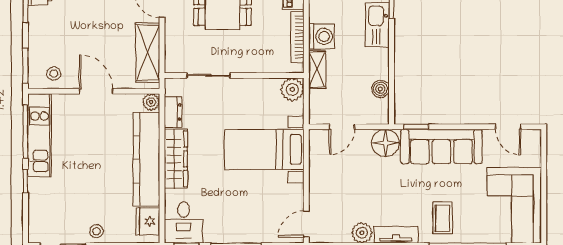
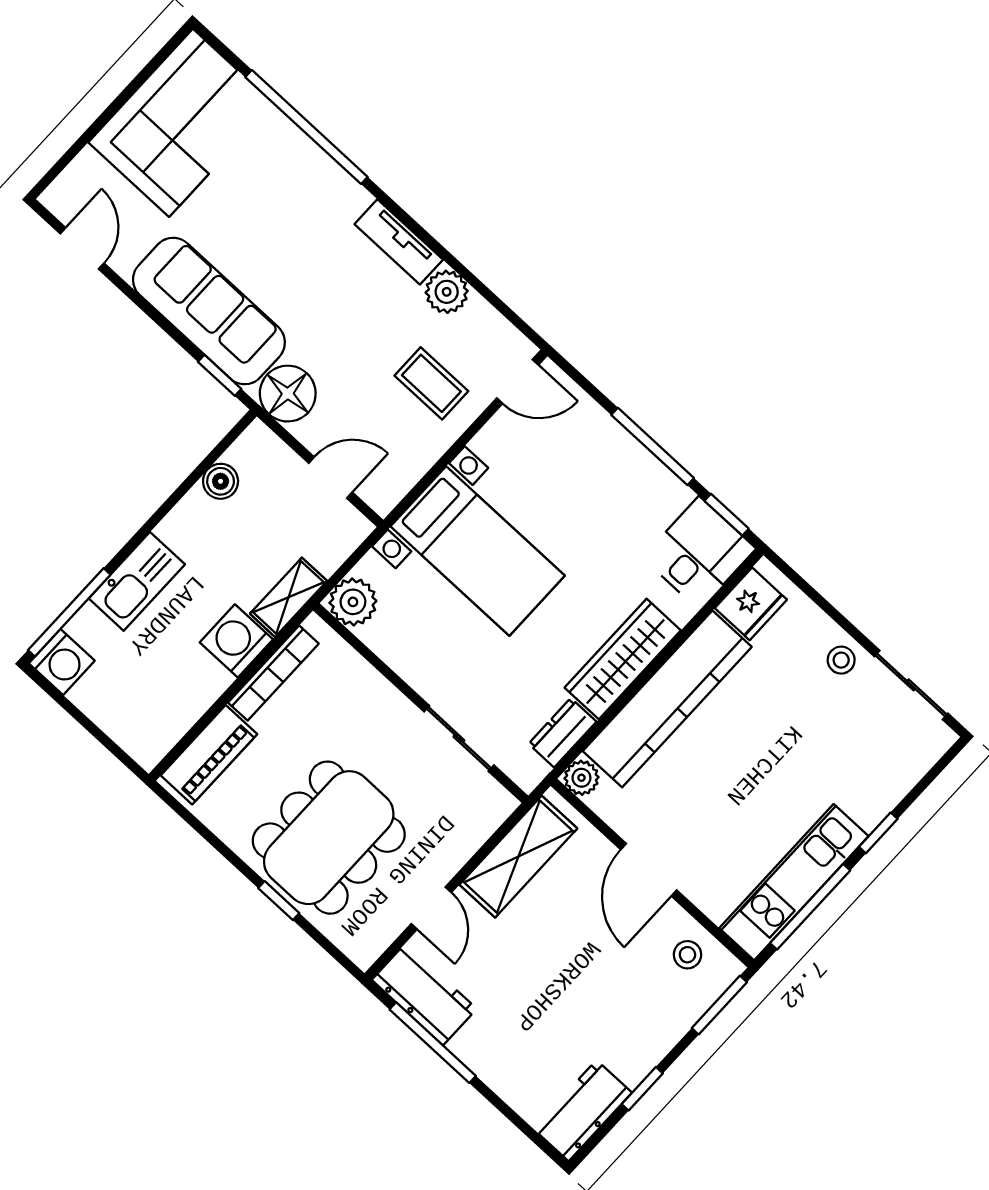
coffee table: (443, 218) -> (431, 383), moved, turned 90

